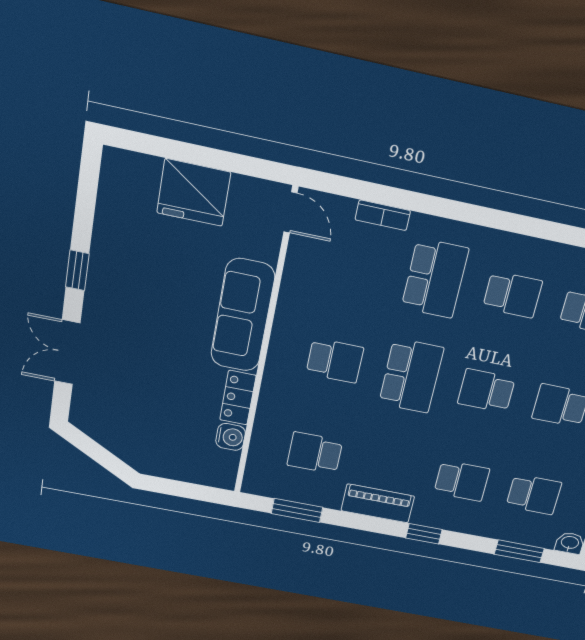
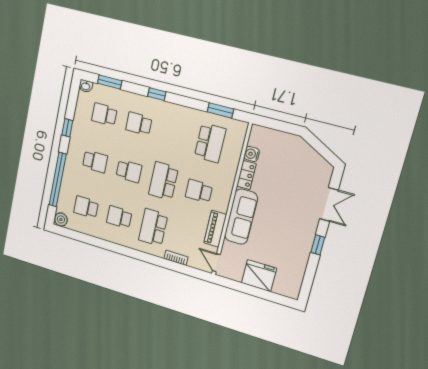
school desk: (315, 453) -> (210, 143), width x1.85
piano: (378, 503) -> (215, 229), moved, turned 90

